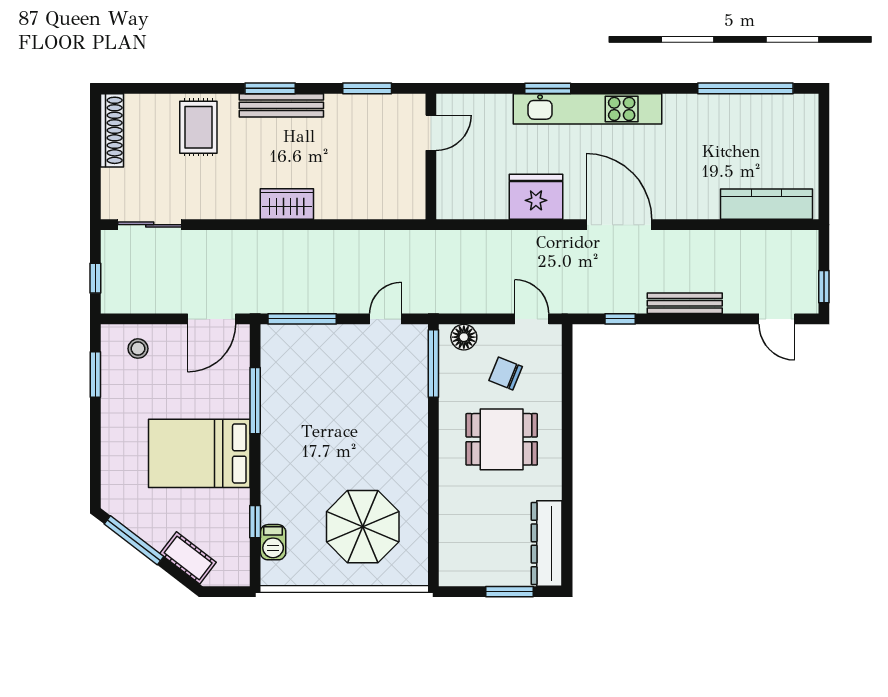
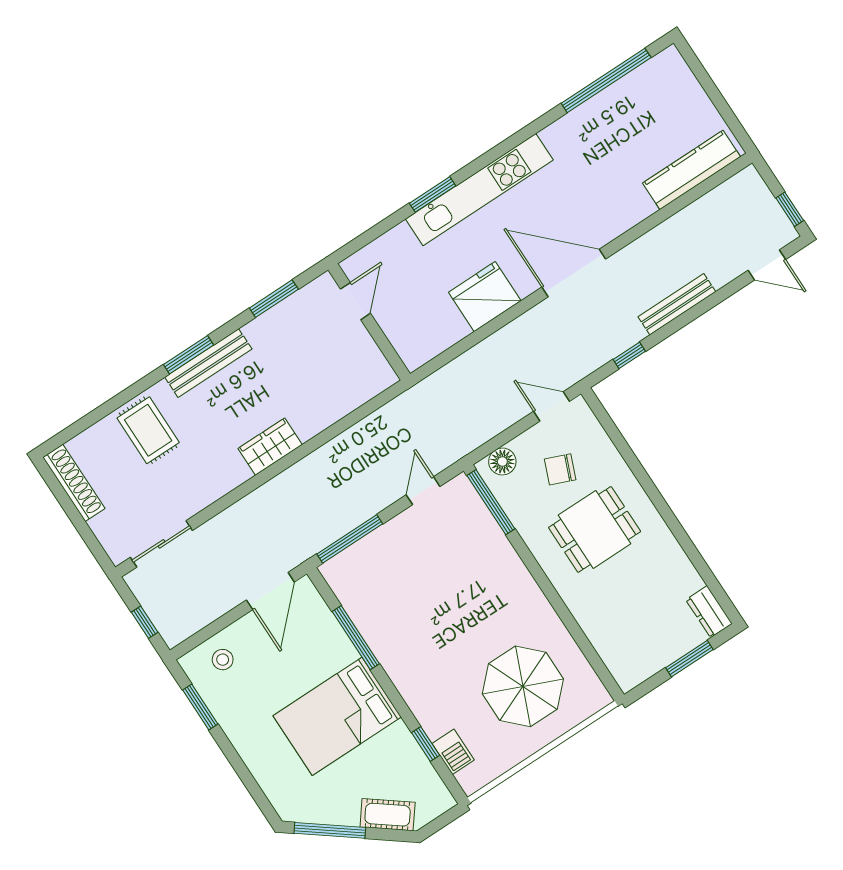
dresser: (547, 543) -> (709, 612), width x0.51, depth x0.80

